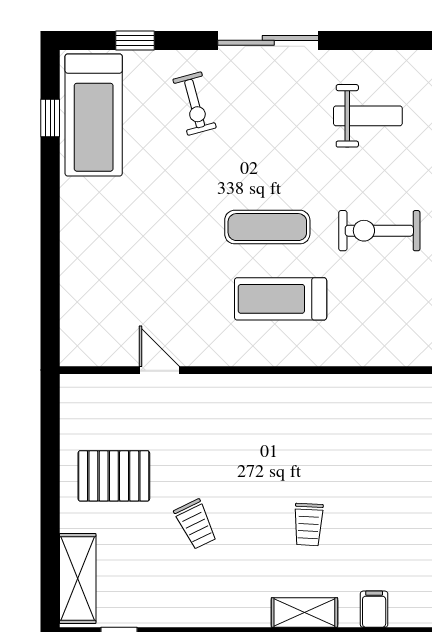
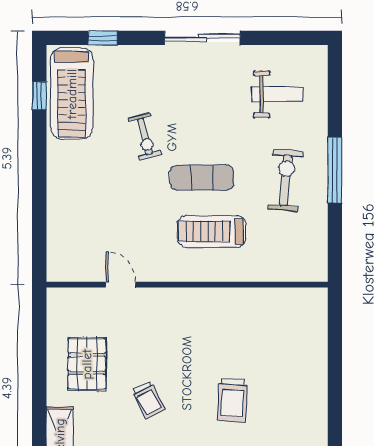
exercise bike: (195, 104) -> (145, 137), moved
exercise bike: (379, 231) -> (286, 180), turned 95
pallet: (114, 476) -> (87, 364), turned 90
trolley: (308, 524) -> (233, 400), width x1.36, depth x1.39

